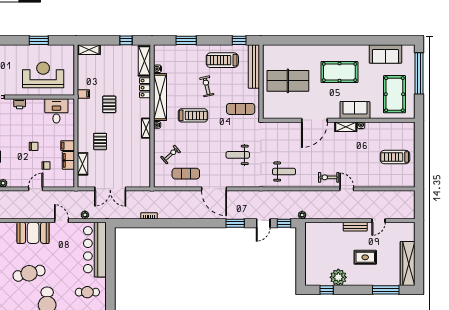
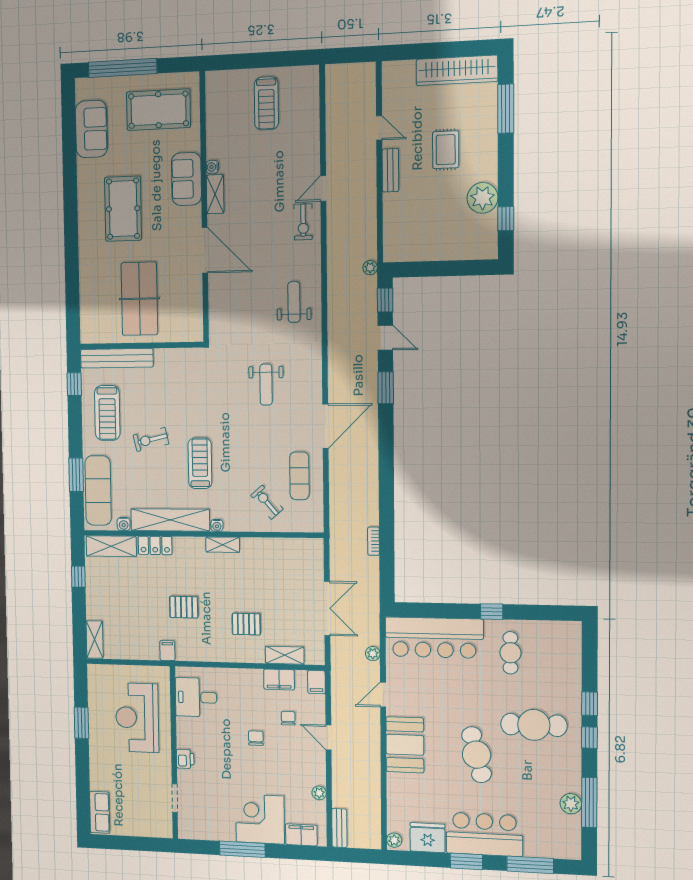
exercise mat: (241, 109) -> (98, 490), moved, width x1.36, depth x1.45
filing cabinet: (68, 146) -> (316, 682), moved
window: (110, 282) -> (492, 612), added

